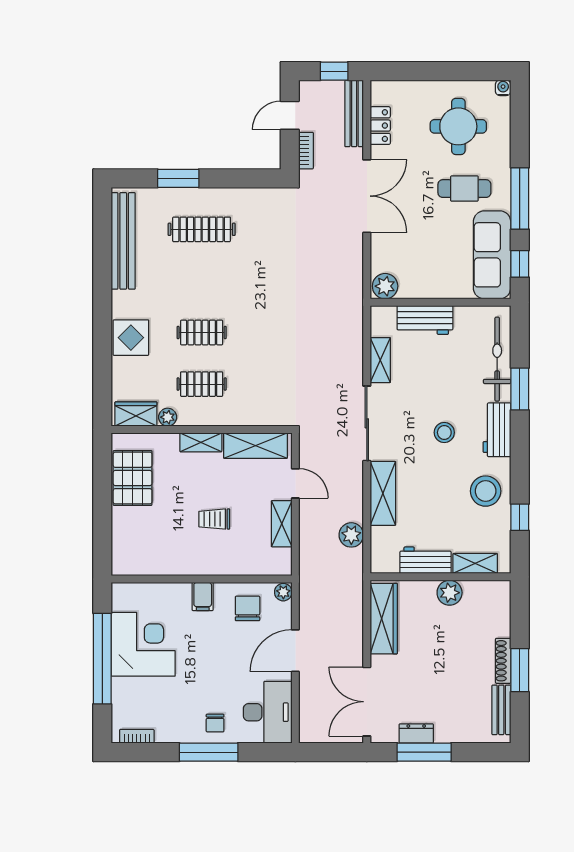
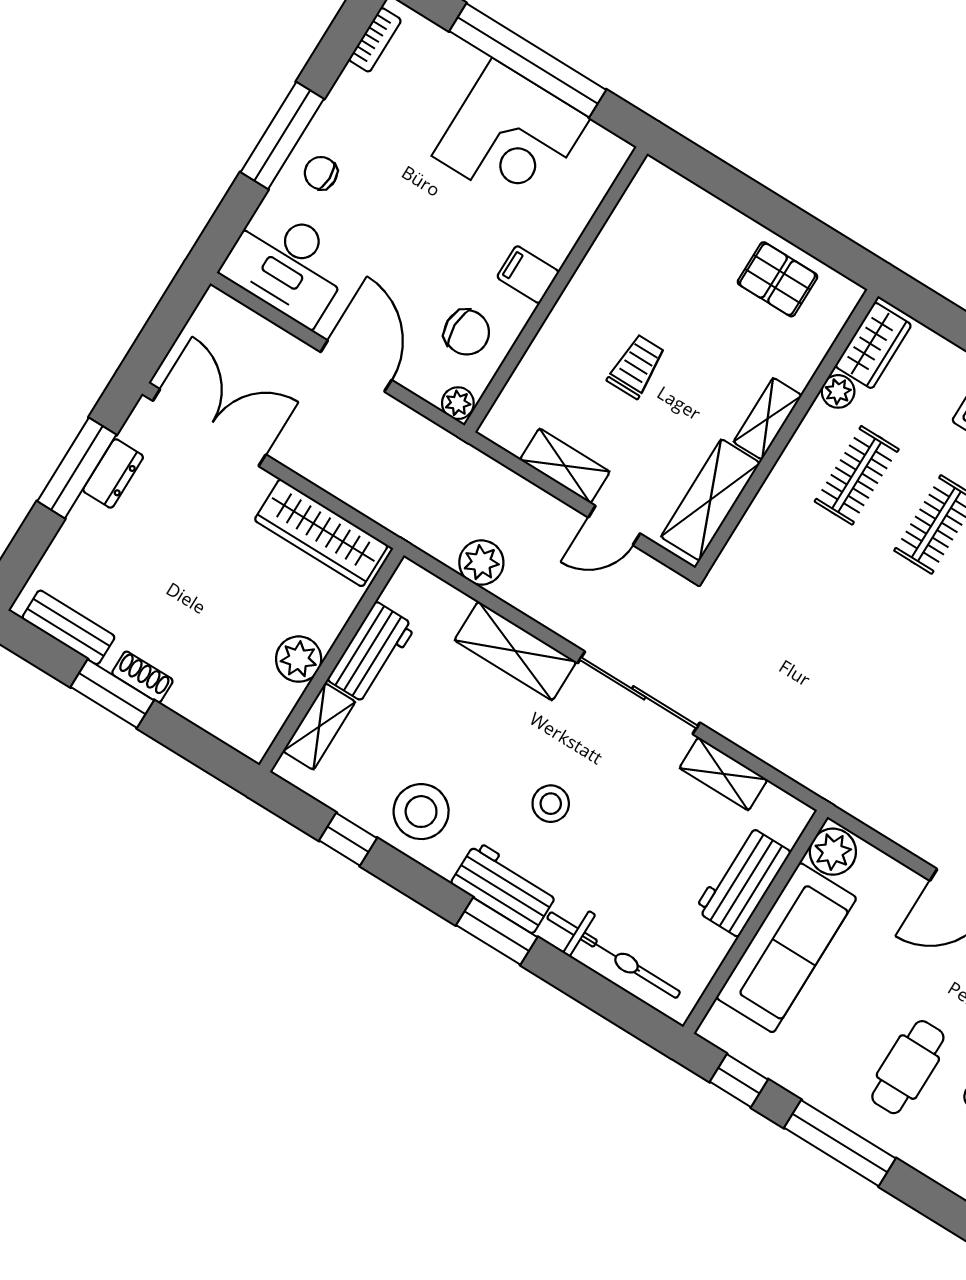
sofa: (492, 255) -> (786, 948), moved, turned 90
window: (520, 389) -> (497, 931), moved
pallet: (133, 478) -> (778, 279), width x0.67, depth x0.71
shoe rack: (503, 661) -> (142, 677), width x0.70

